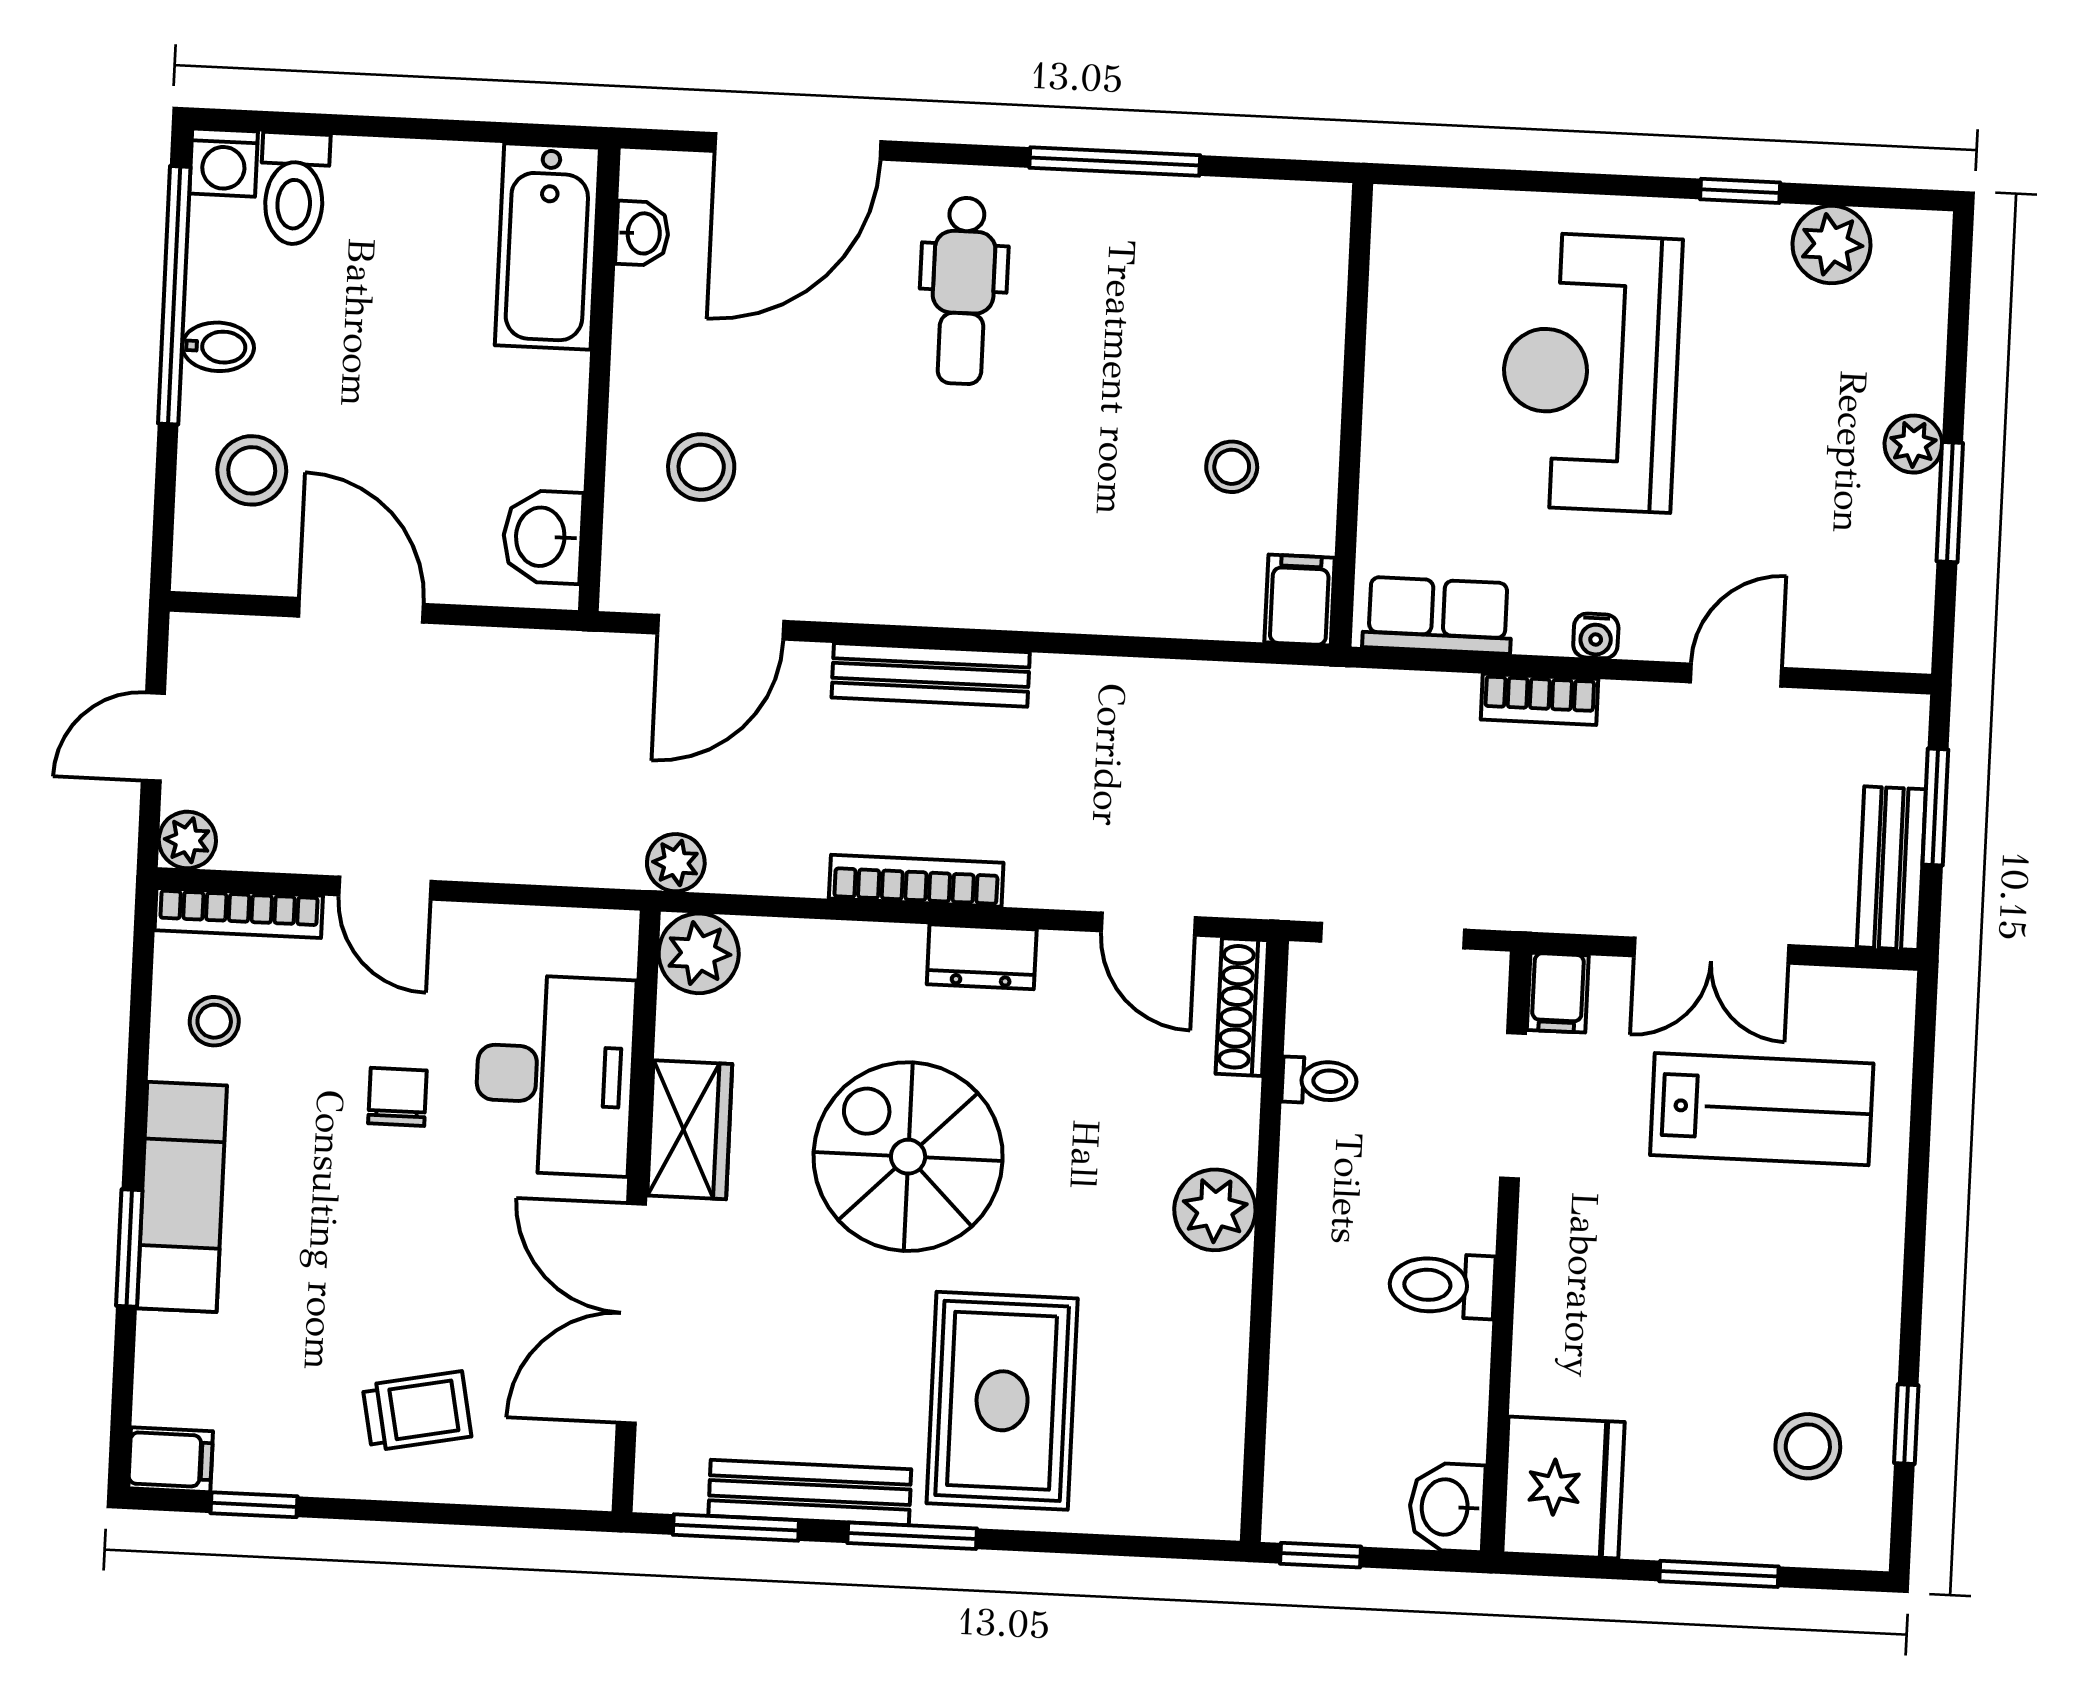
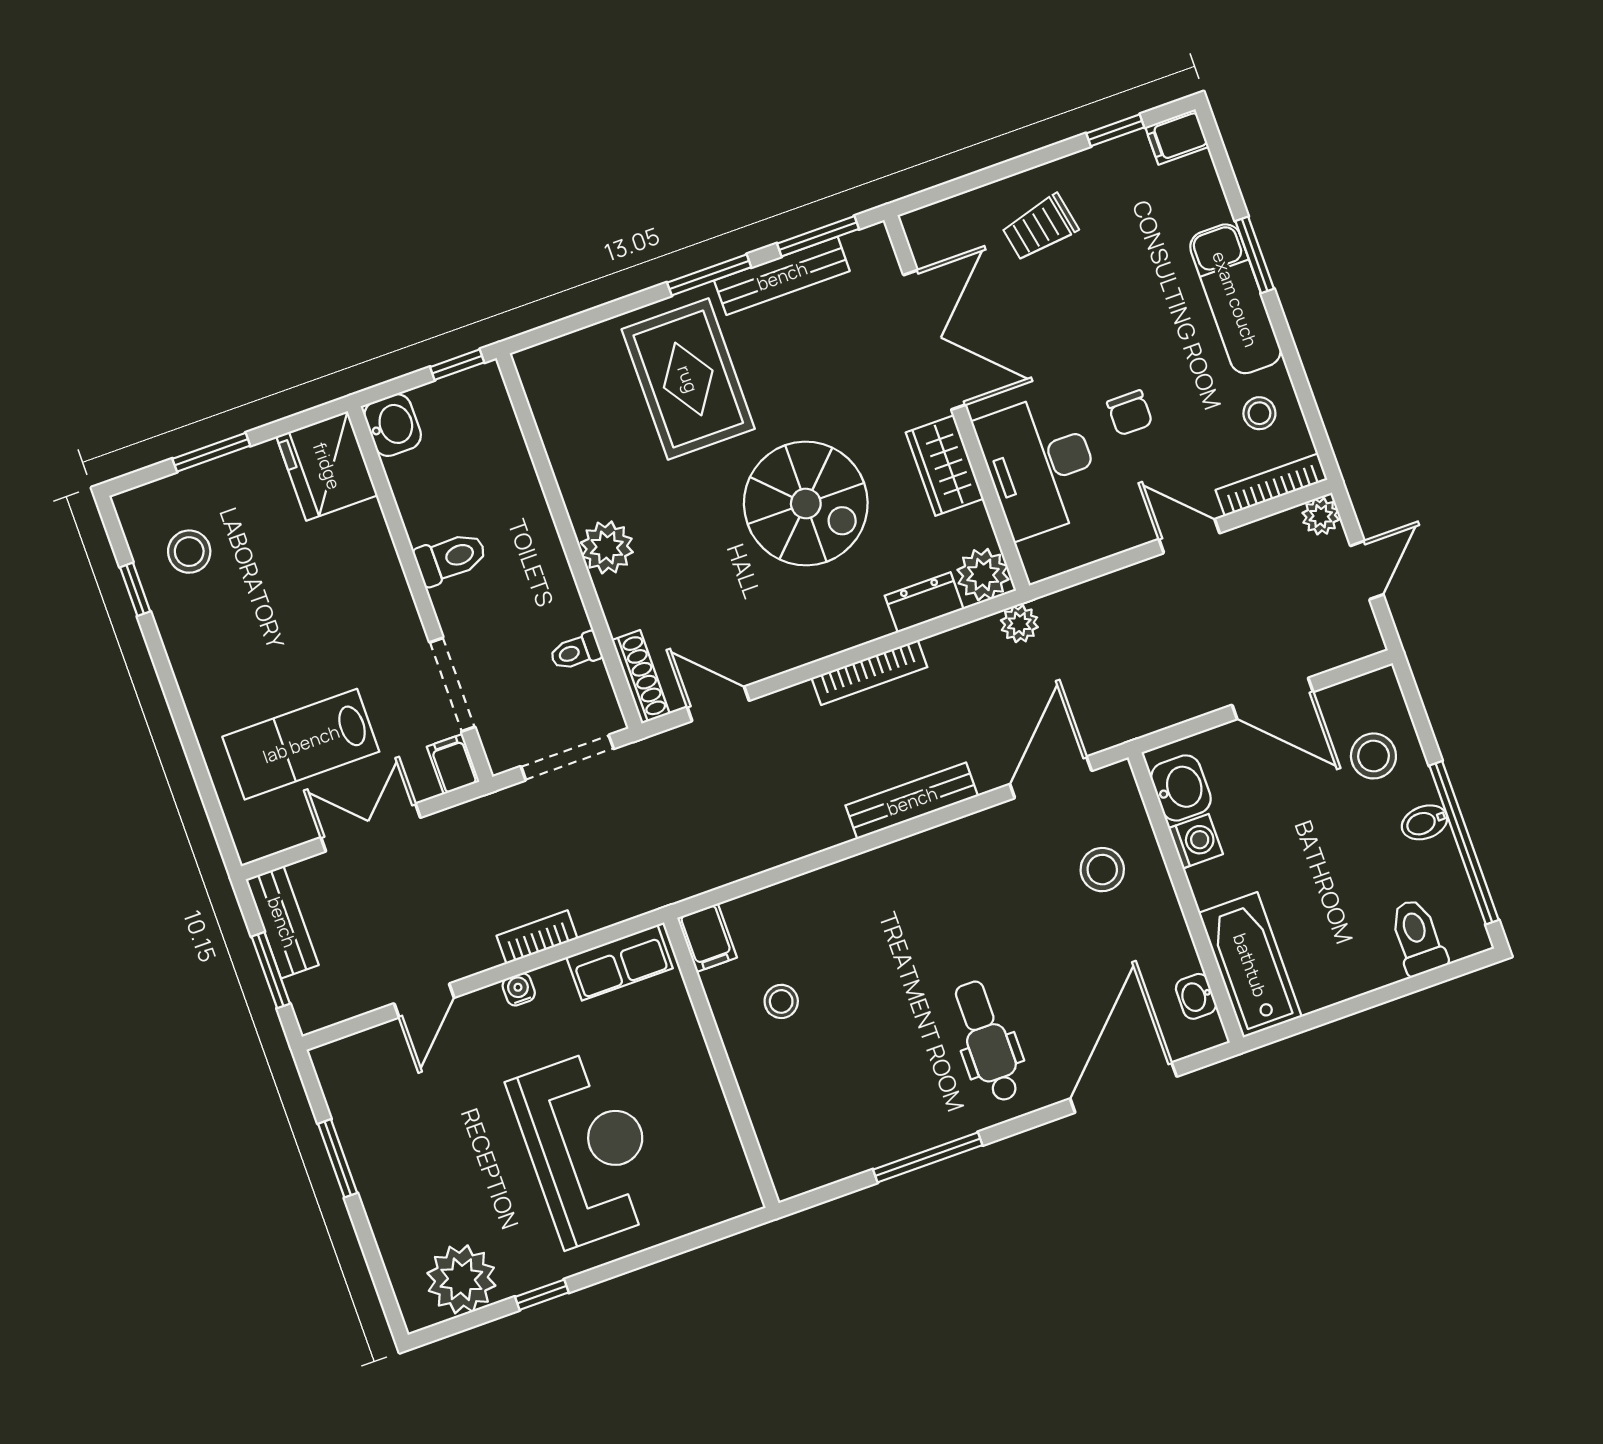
washing machine: (224, 163) -> (1196, 841), moved, turned 90
plant: (1832, 245) -> (461, 1279), width x1.36, depth x1.36
plant: (1913, 444) -> (374, 1184), removed
dresser: (982, 957) -> (924, 602), moved

